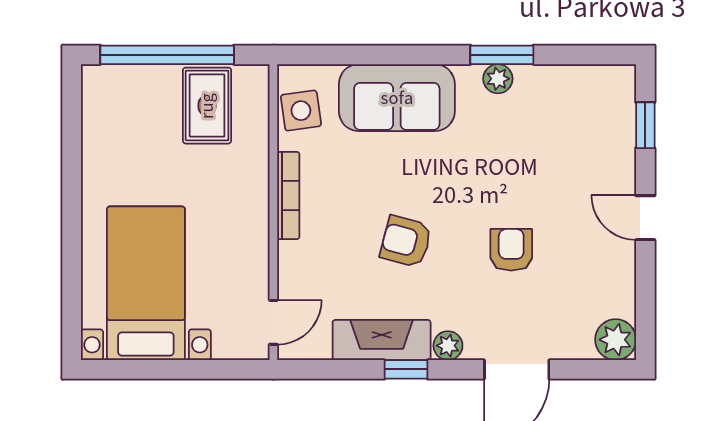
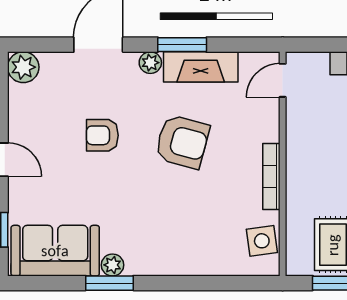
sofa: (397, 98) -> (55, 251), moved
armchair: (406, 241) -> (182, 142), width x1.38, depth x1.38
armchair: (511, 250) -> (102, 135), turned 90
window: (406, 369) -> (182, 45), width x1.50

